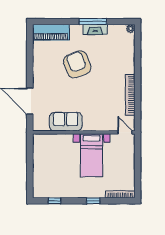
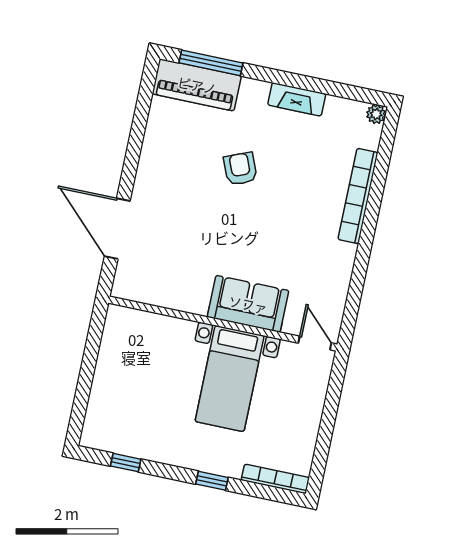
window: (93, 22) -> (211, 63), moved
armchair: (77, 64) -> (240, 169), width x0.53, depth x0.53
bookcase: (130, 95) -> (358, 196), moved
sofa: (66, 122) -> (248, 304), moved

